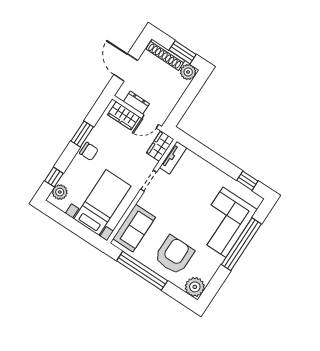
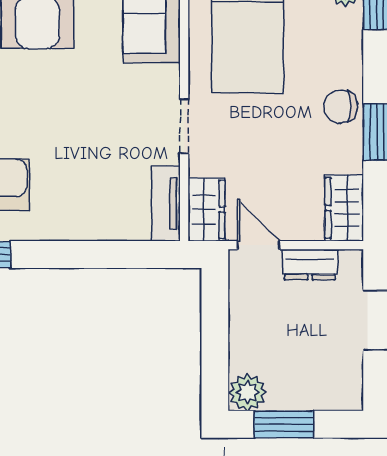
shoe rack: (165, 55) -> (315, 397), removed
wardrobe: (124, 116) -> (344, 208), moved, turned -90
door: (150, 121) -> (258, 245), hinge flipped

